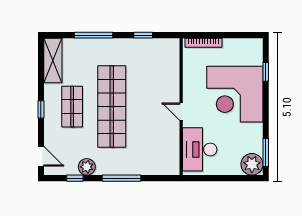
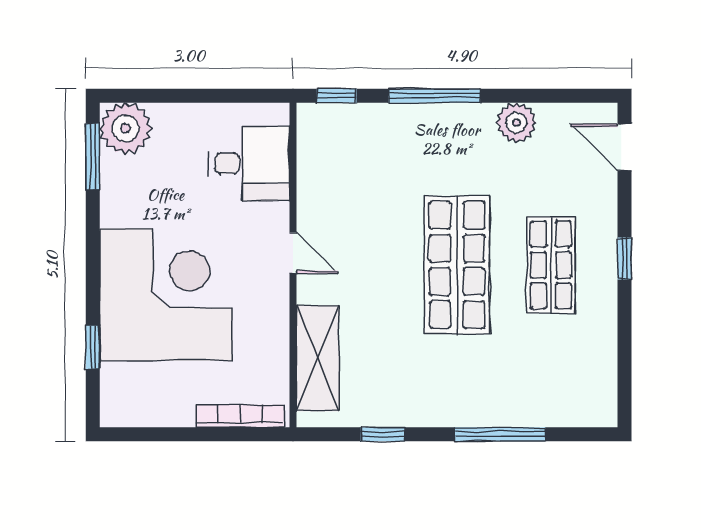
shelving: (53, 60) -> (318, 358), moved
shop shelf: (112, 107) -> (457, 265), width x0.71
desk: (200, 149) -> (249, 163), width x0.73
window: (75, 178) -> (337, 96), moved

